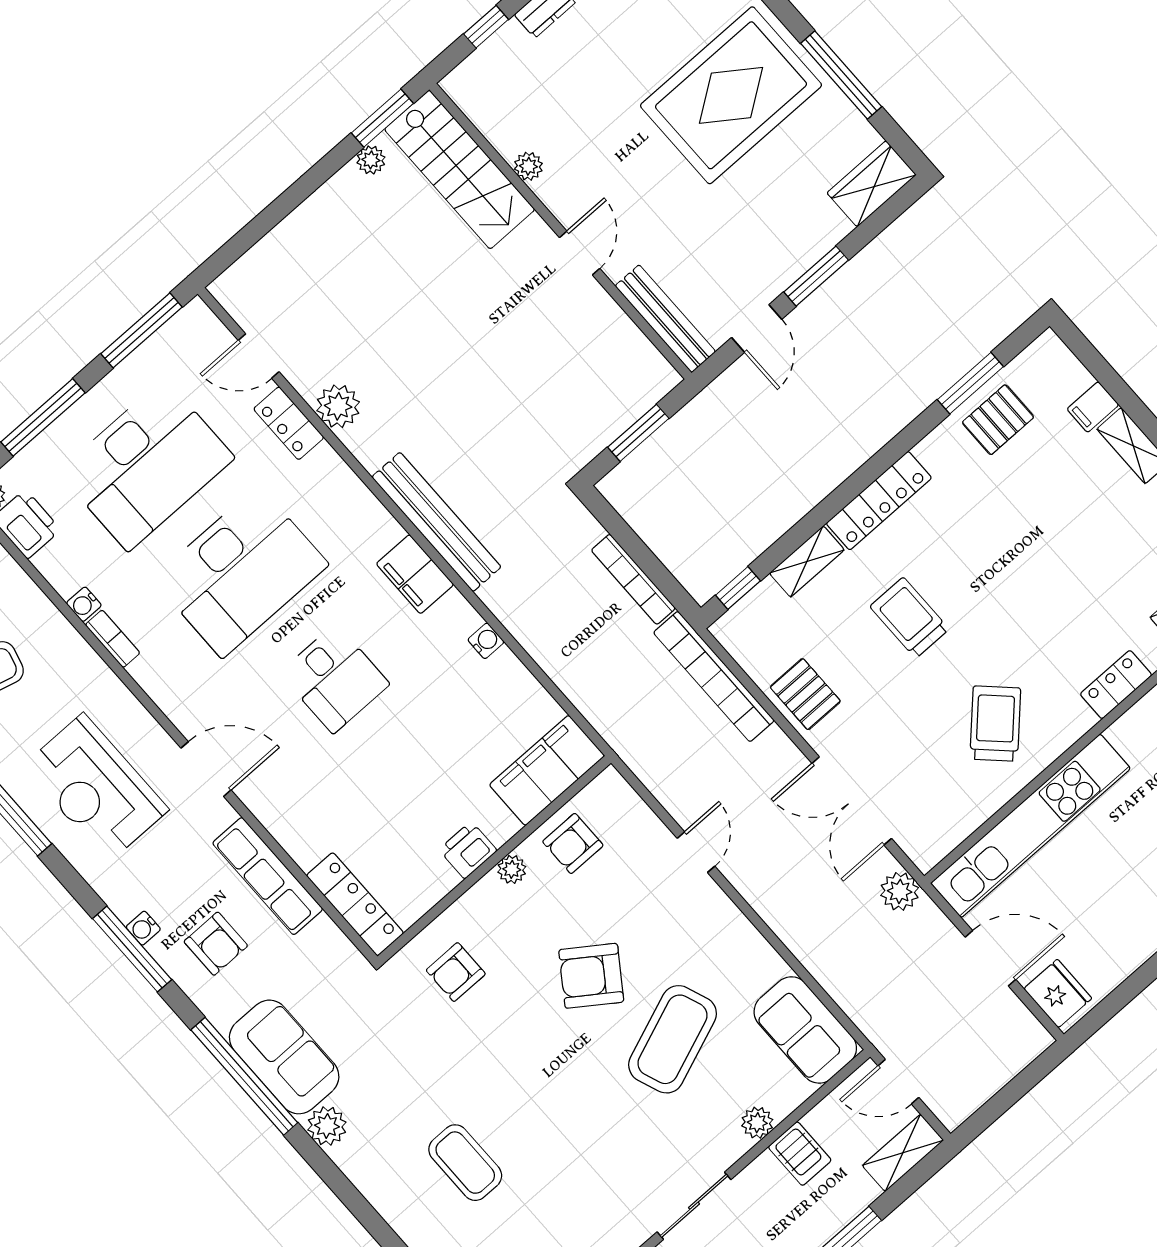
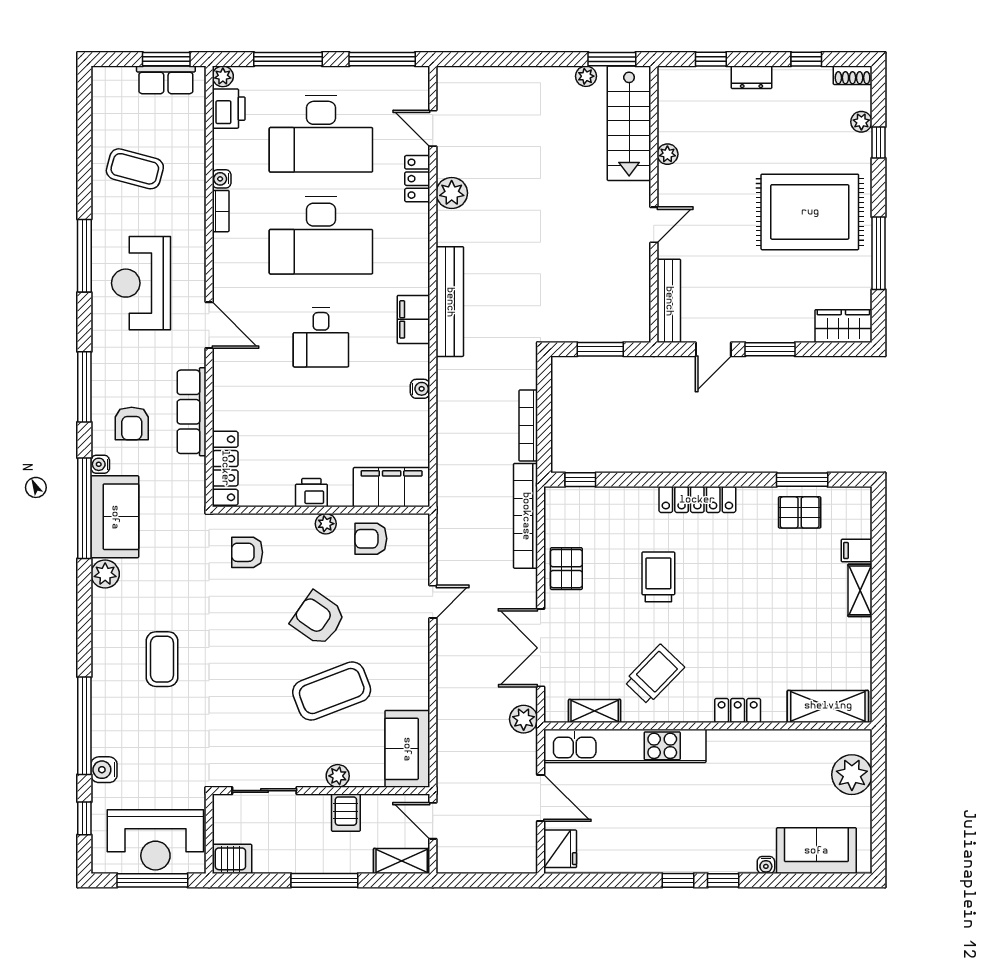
shelving: (807, 561) -> (595, 711), moved
water cooler: (143, 928) -> (100, 464), moved

